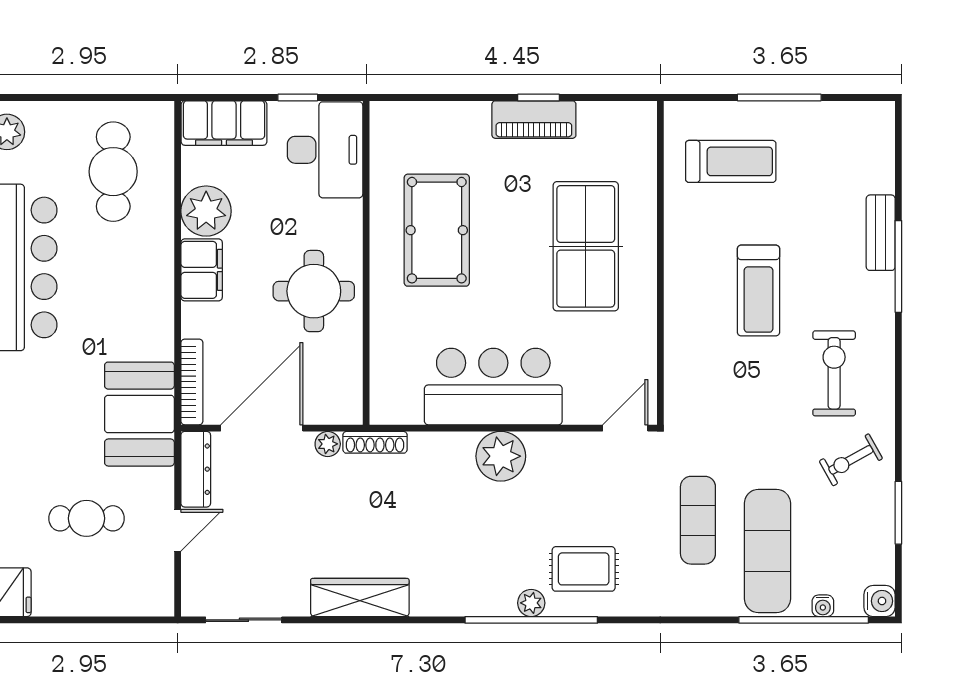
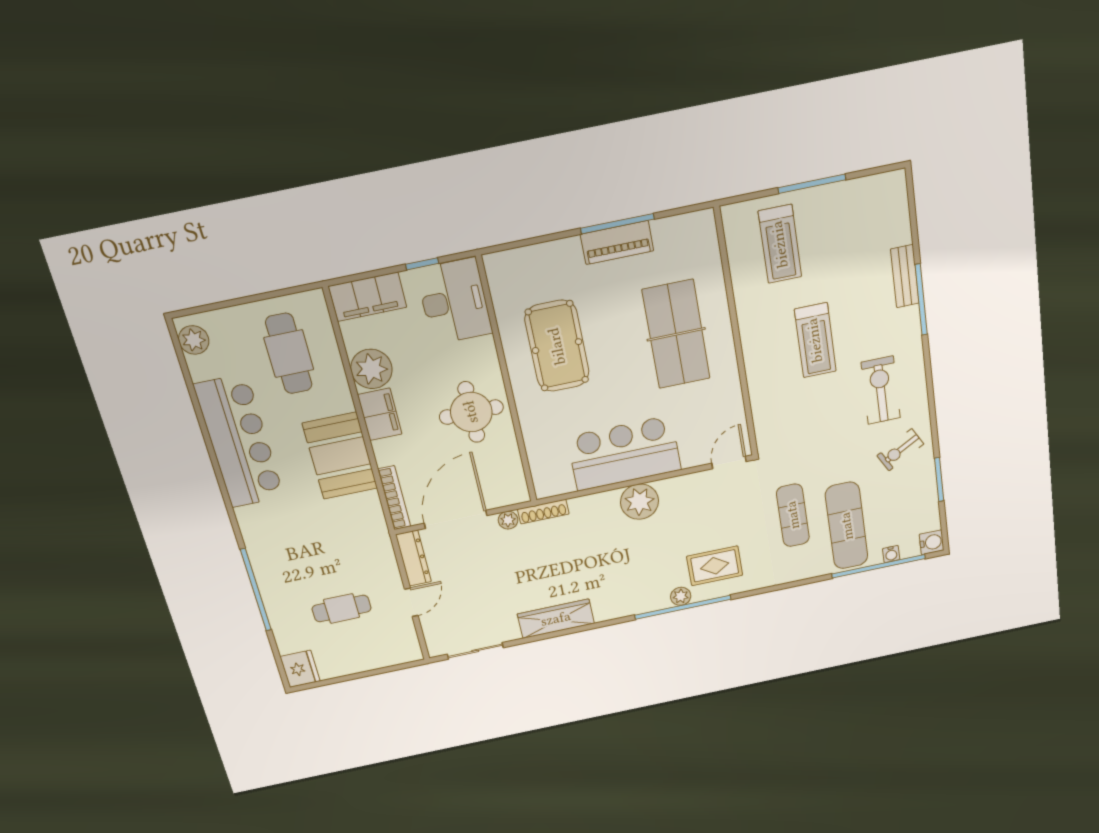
window: (538, 97) -> (617, 224), width x2.17
treadmill: (731, 161) -> (780, 244), turned 90
booth: (139, 414) -> (340, 456), moved

